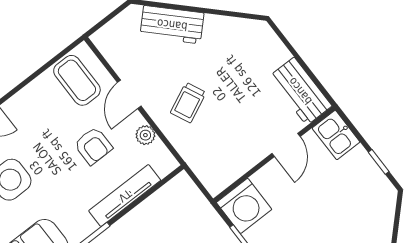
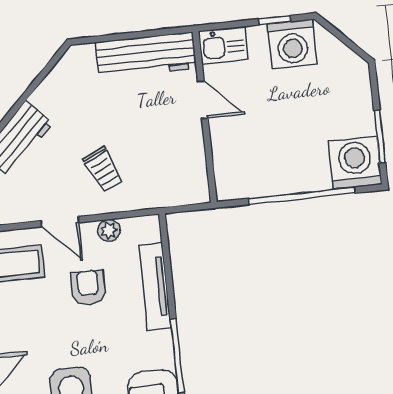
workbench: (300, 91) -> (146, 55), width x1.37
armchair: (93, 146) -> (88, 287), turned -90
washing machine: (244, 206) -> (292, 44), moved, turned 90

